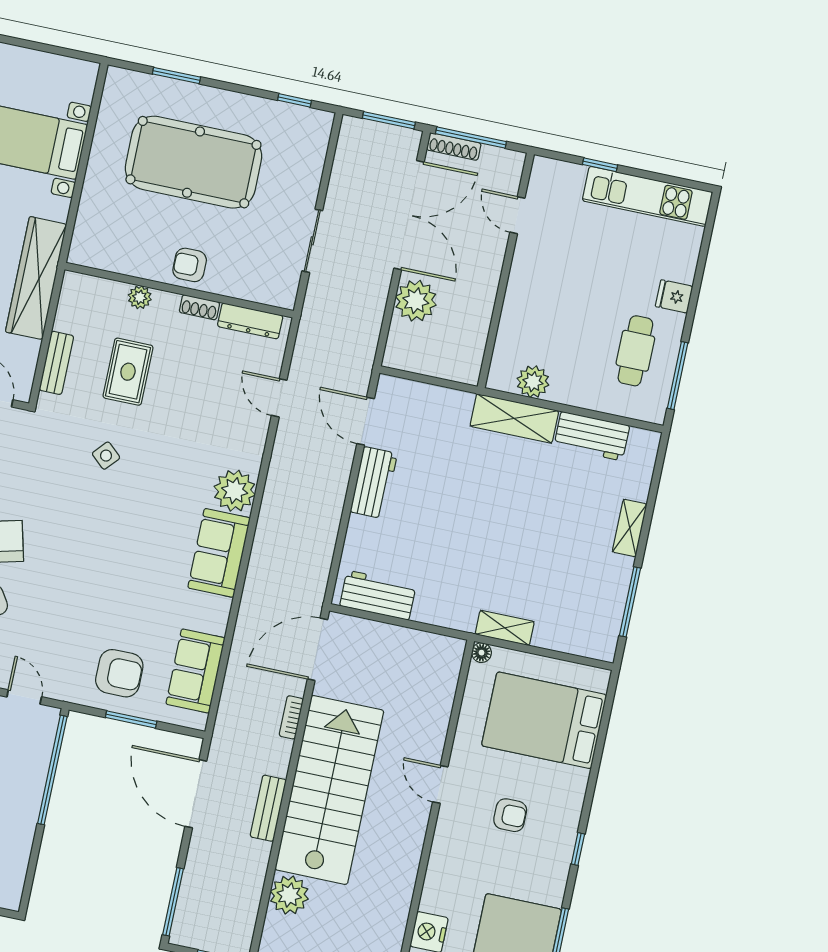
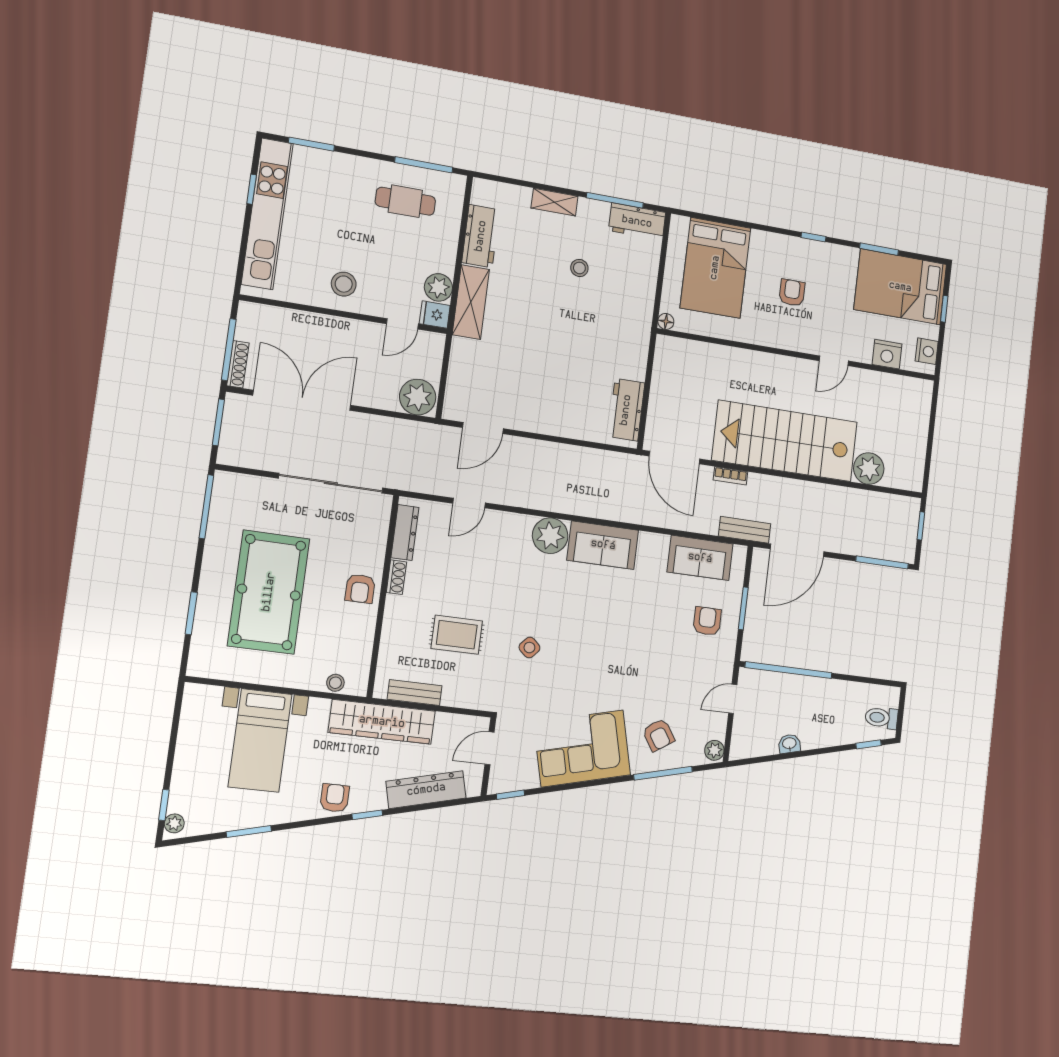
window: (294, 100) -> (206, 507), width x2.17
window: (600, 165) -> (252, 189), moved
kitchen unit: (647, 196) -> (267, 214), width x1.36
door: (517, 215) -> (402, 324), moved
stool: (85, 229) -> (335, 683), added
sliding door: (312, 241) -> (331, 483), width x1.86
window: (705, 247) -> (311, 144), added
stool: (541, 272) -> (344, 284), added
fridge: (674, 296) -> (435, 315), moved, turned 90
plant: (140, 297) -> (392, 630), removed
plant: (416, 301) -> (418, 397), moved
bench: (56, 363) -> (415, 693), moved
workbench: (374, 483) -> (637, 222), moved, turned 180
stool: (550, 552) -> (579, 268), added
shelving: (505, 628) -> (644, 303), removed
armchair: (119, 673) -> (707, 621), width x0.72, depth x0.72
door: (440, 784) -> (834, 361), moved
bench: (268, 808) -> (745, 530), moved

